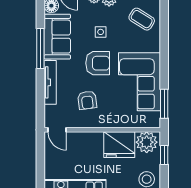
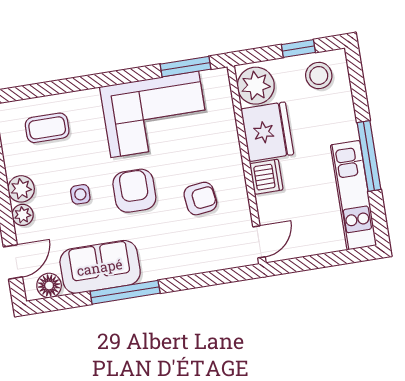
coffee table: (142, 19) -> (47, 128), turned 58
tv unit: (50, 82) -> (180, 266), removed
dishwasher: (94, 140) -> (266, 177), added
window: (164, 155) -> (298, 48), moved

